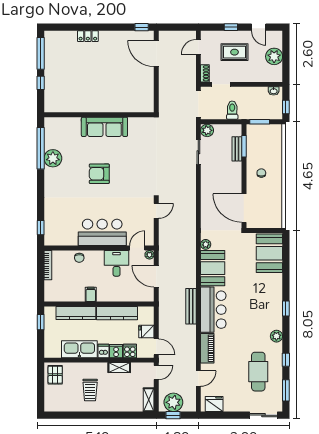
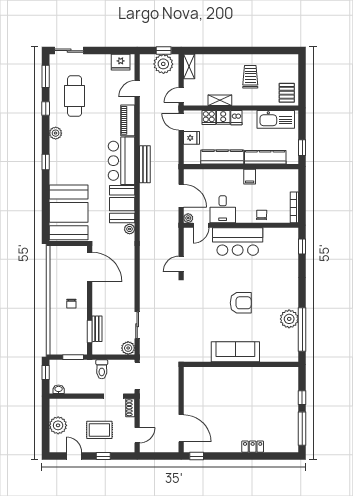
booth: (269, 253) -> (69, 212), width x1.36, depth x1.42
kitchen sink: (79, 349) -> (276, 119), moved

